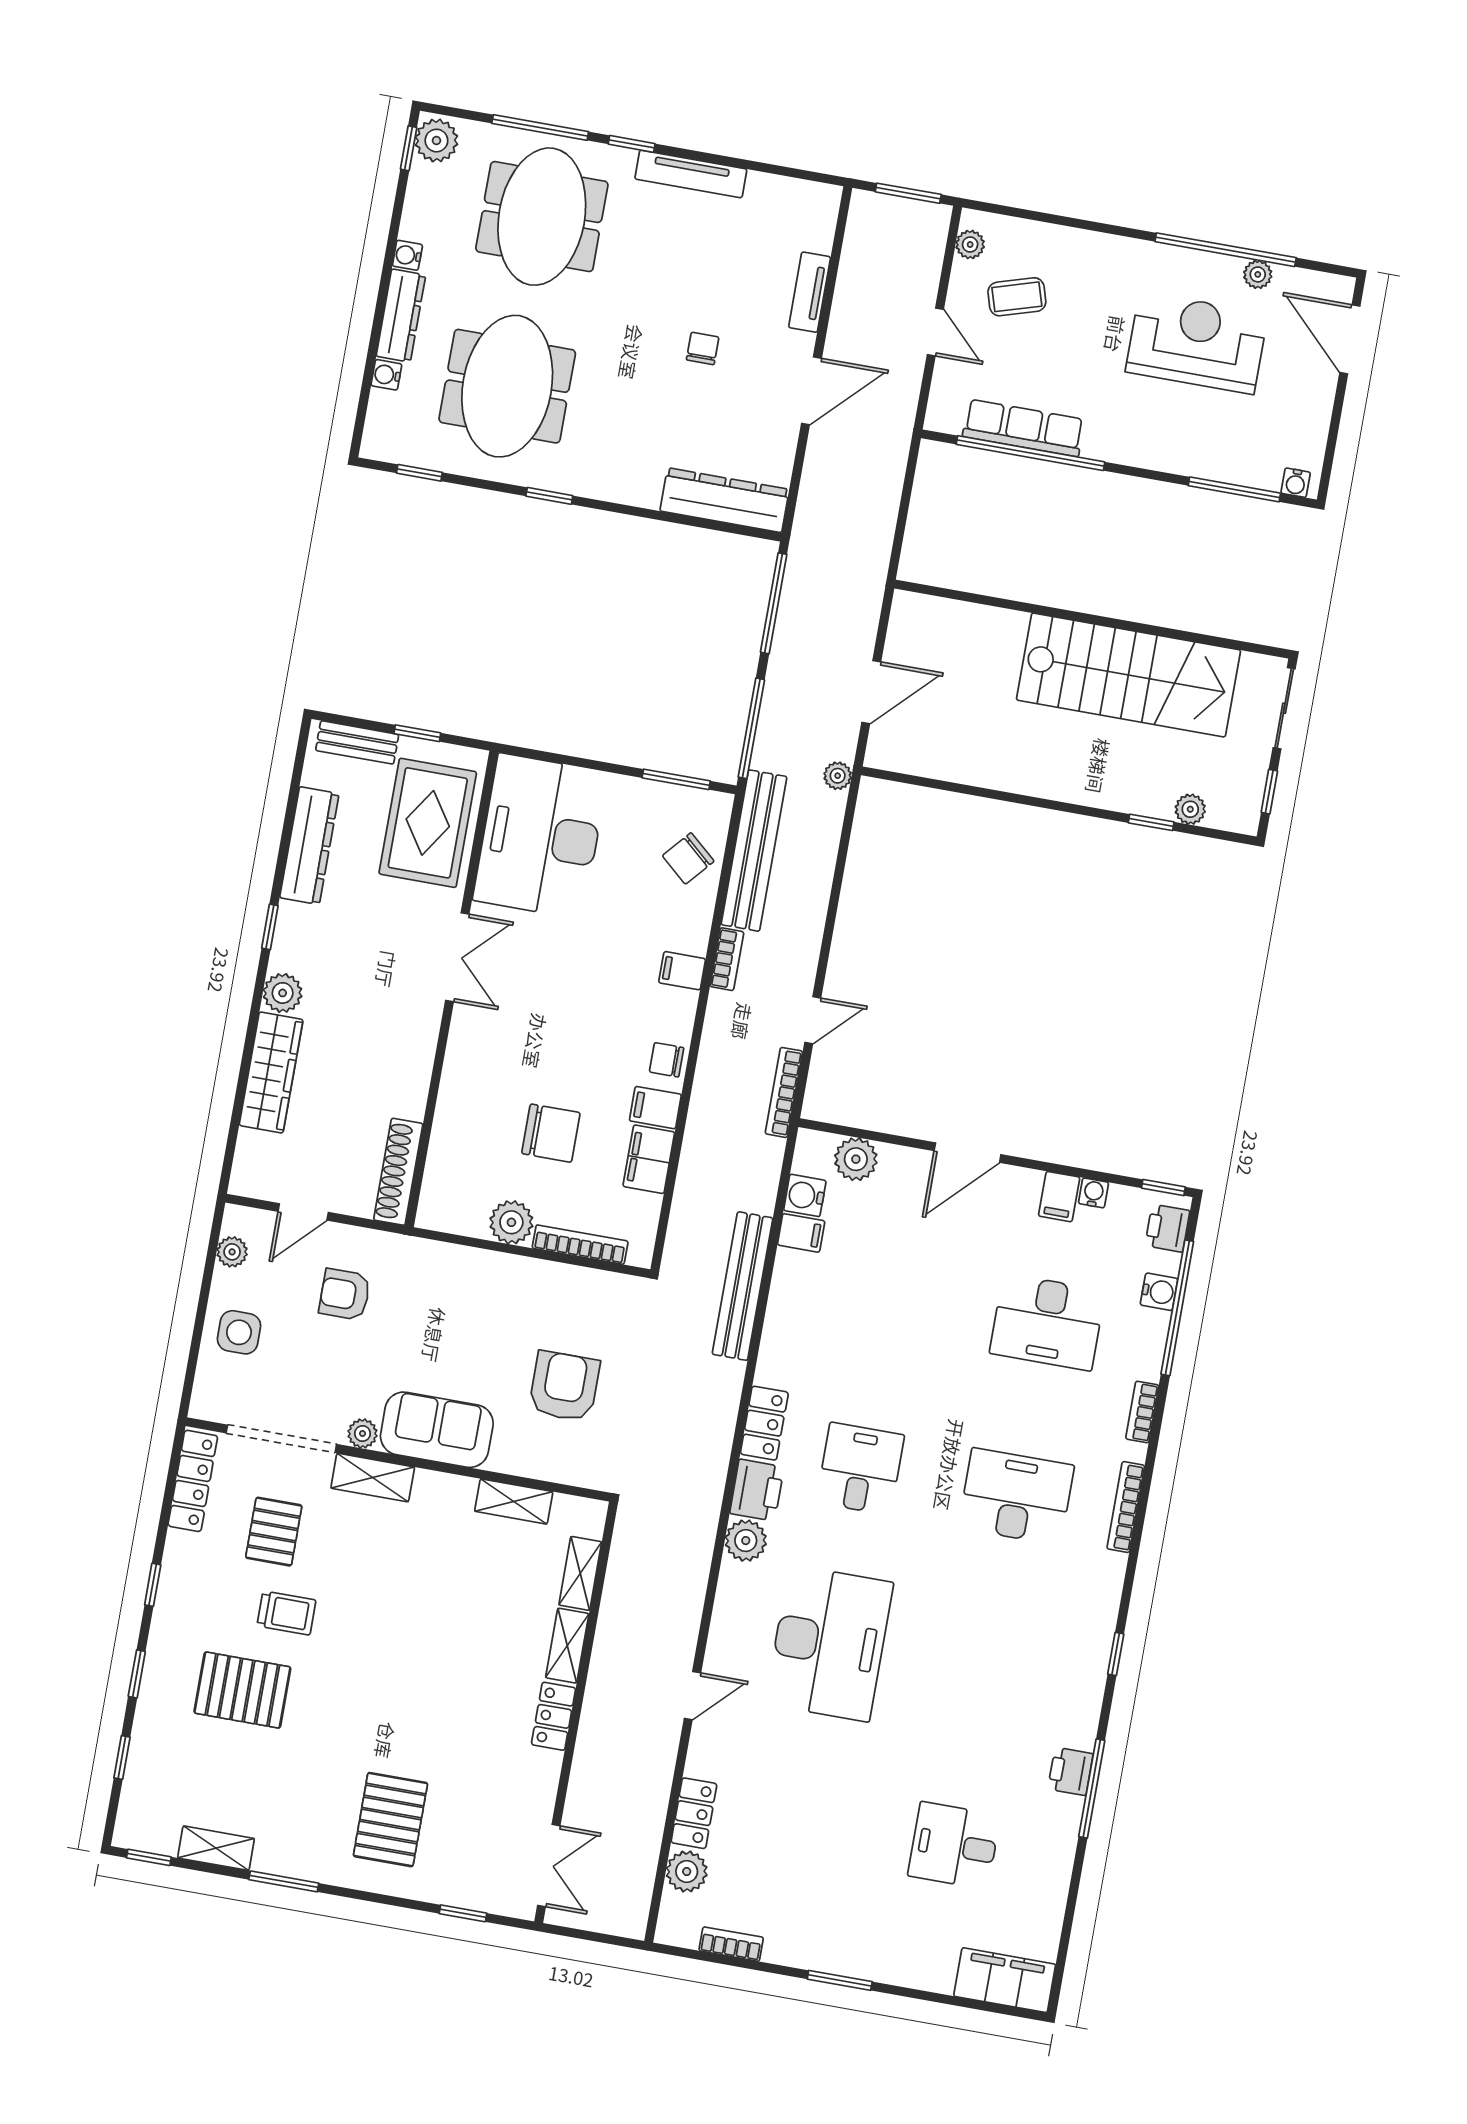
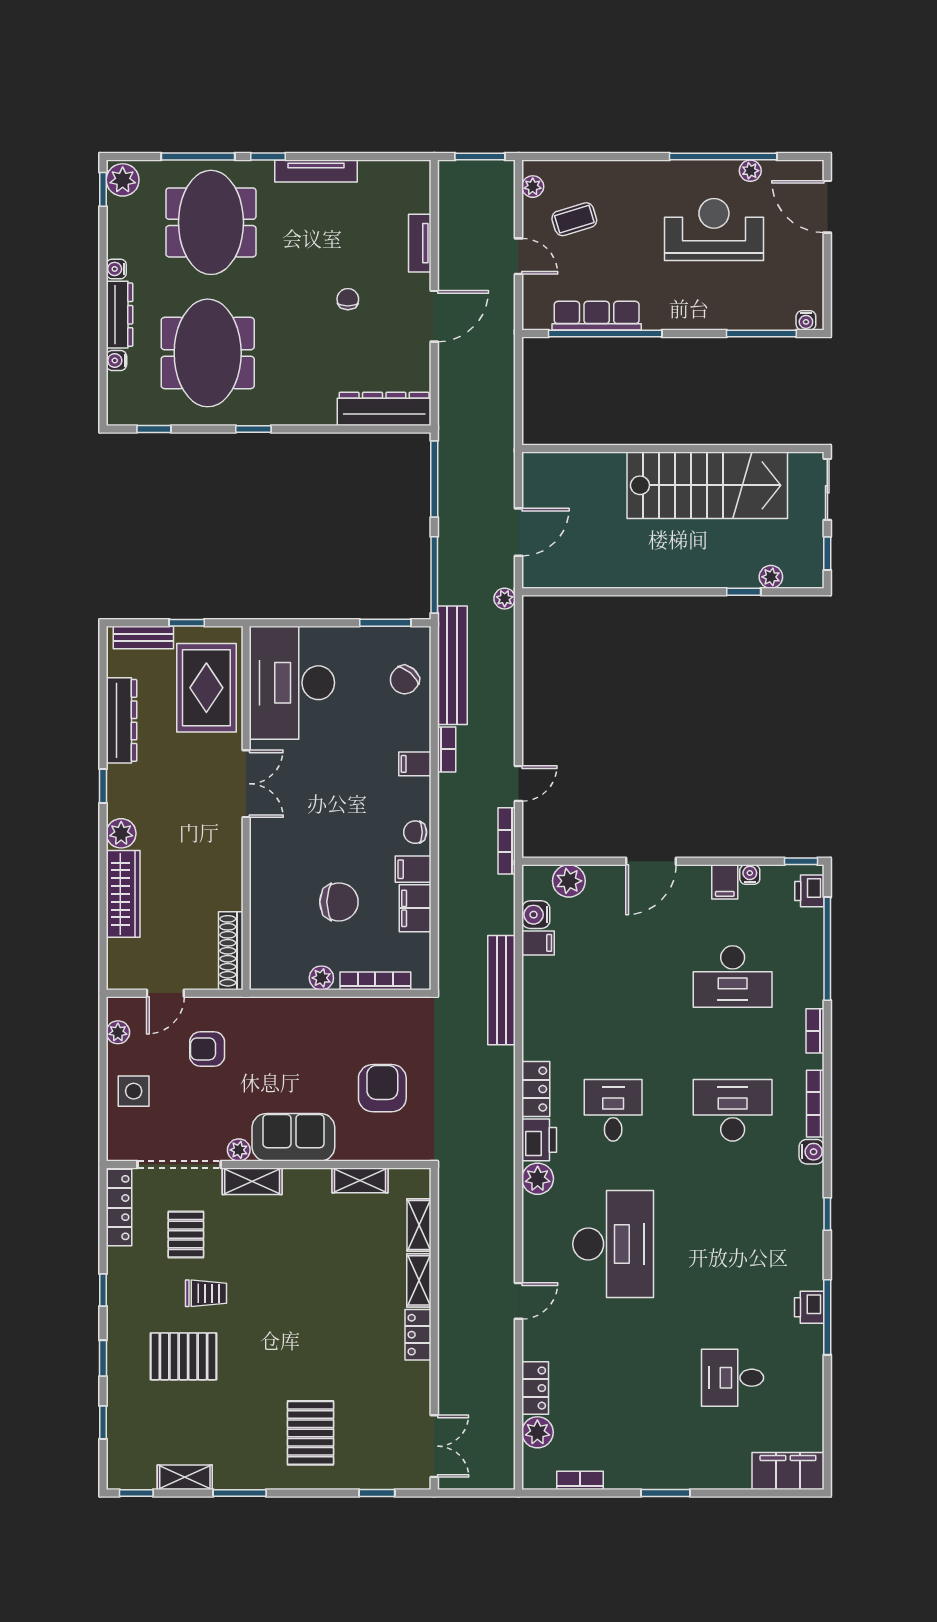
plant: (511, 1222) -> (321, 978), width x0.73, depth x0.73
water cooler: (1159, 1292) -> (812, 1152), moved

